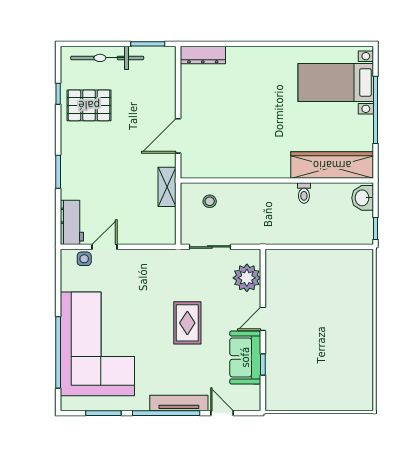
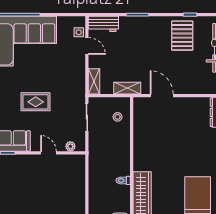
shelving: (157, 236) -> (94, 81), added
plant: (247, 278) -> (70, 146), width x0.53, depth x0.53
door: (263, 319) -> (48, 153), moved

